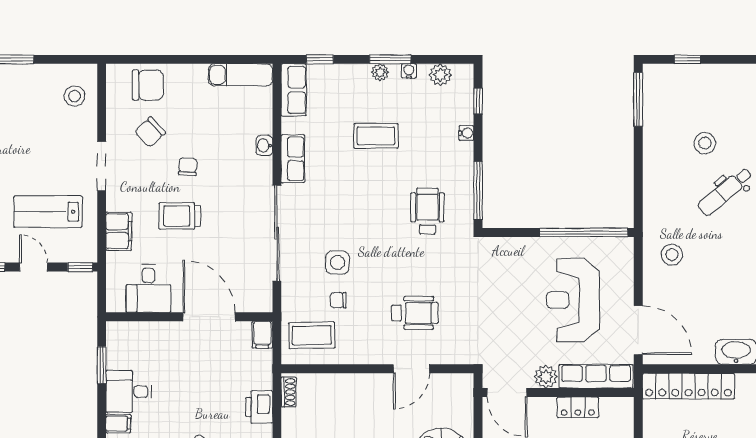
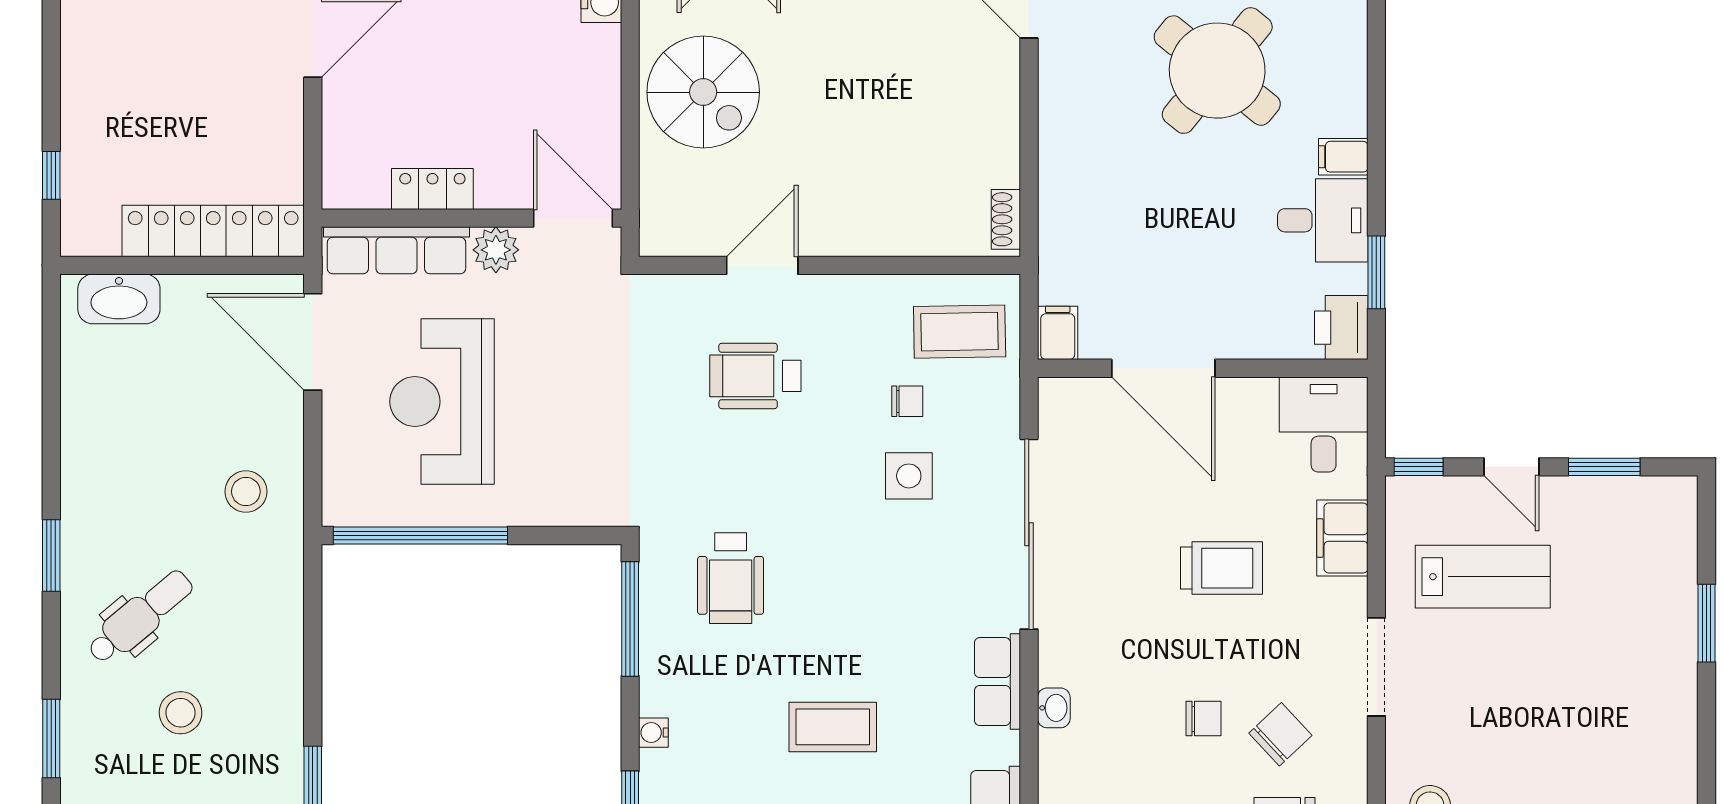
chair: (188, 167) -> (1204, 719), moved, turned -94
desk: (148, 288) -> (1324, 425), moved
reception desk: (573, 300) -> (442, 402), turned 180
printer: (259, 407) -> (1341, 328), moved, turned 180

